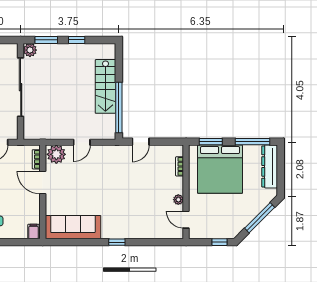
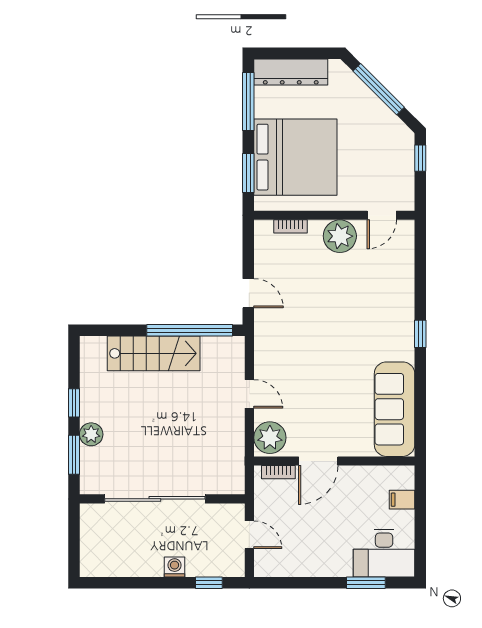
plant: (30, 50) -> (91, 434), moved
plant: (178, 200) -> (340, 236), width x1.88, depth x1.88
filing cabinet: (33, 231) -> (402, 500), moved

